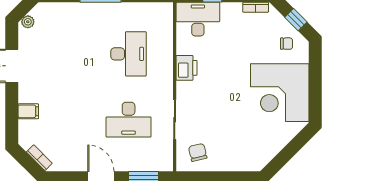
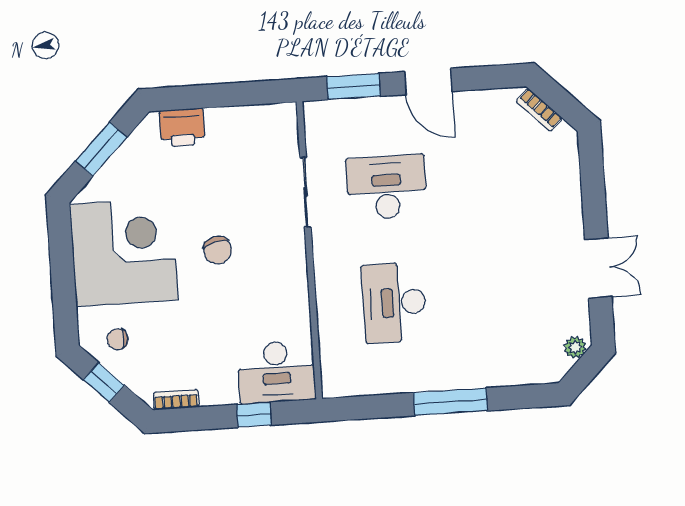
printer: (187, 68) -> (182, 127), moved, turned -90
filing cabinet: (28, 111) -> (564, 190), removed
chair: (198, 152) -> (218, 250), moved
window: (289, 152) -> (101, 149), added

